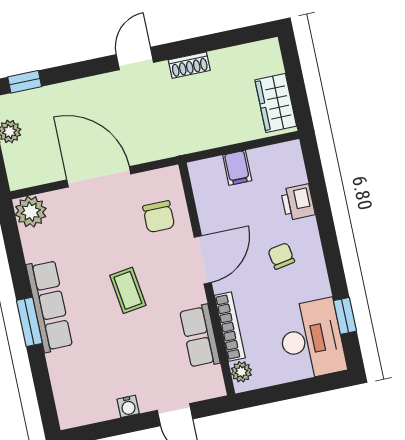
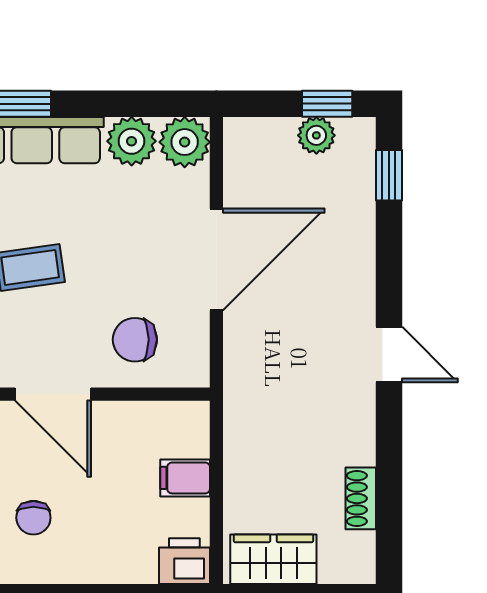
shoe rack: (189, 65) -> (361, 498), moved
printer: (298, 202) -> (184, 561), moved
plant: (37, 244) -> (132, 141), added
chair: (281, 256) -> (33, 518), turned 100

